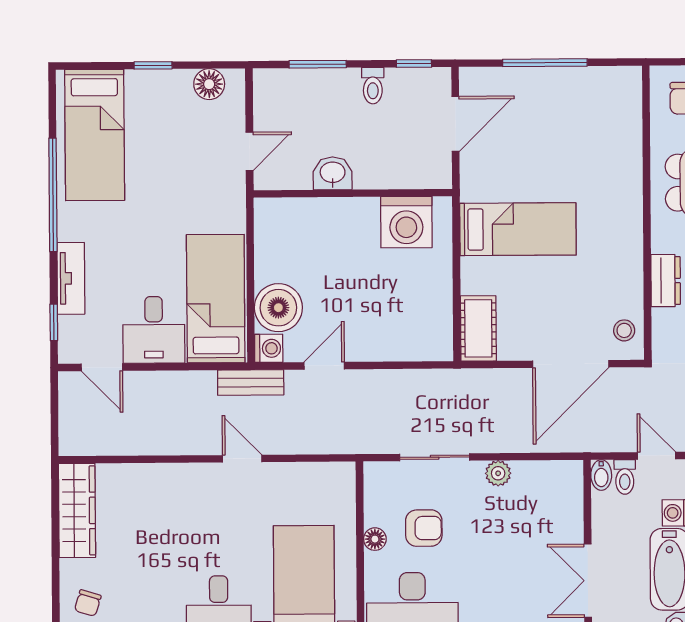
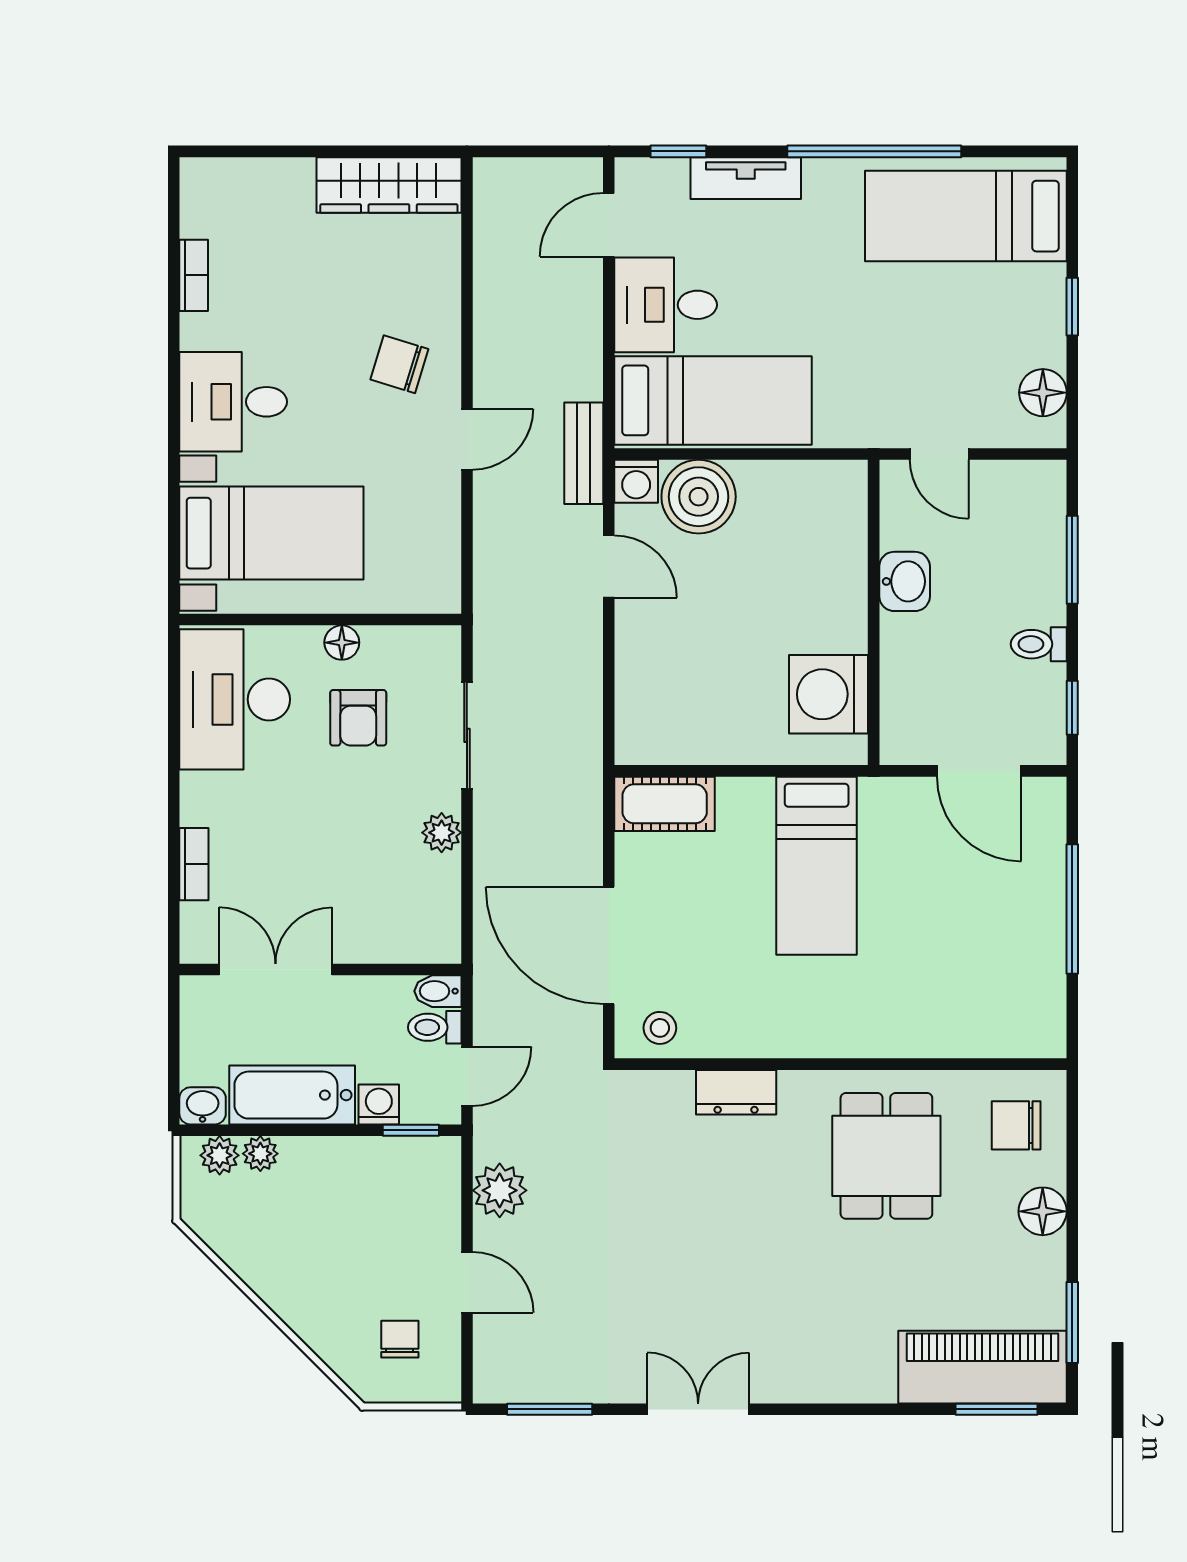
chair: (88, 603) -> (399, 364), moved, width x1.37, depth x1.37

